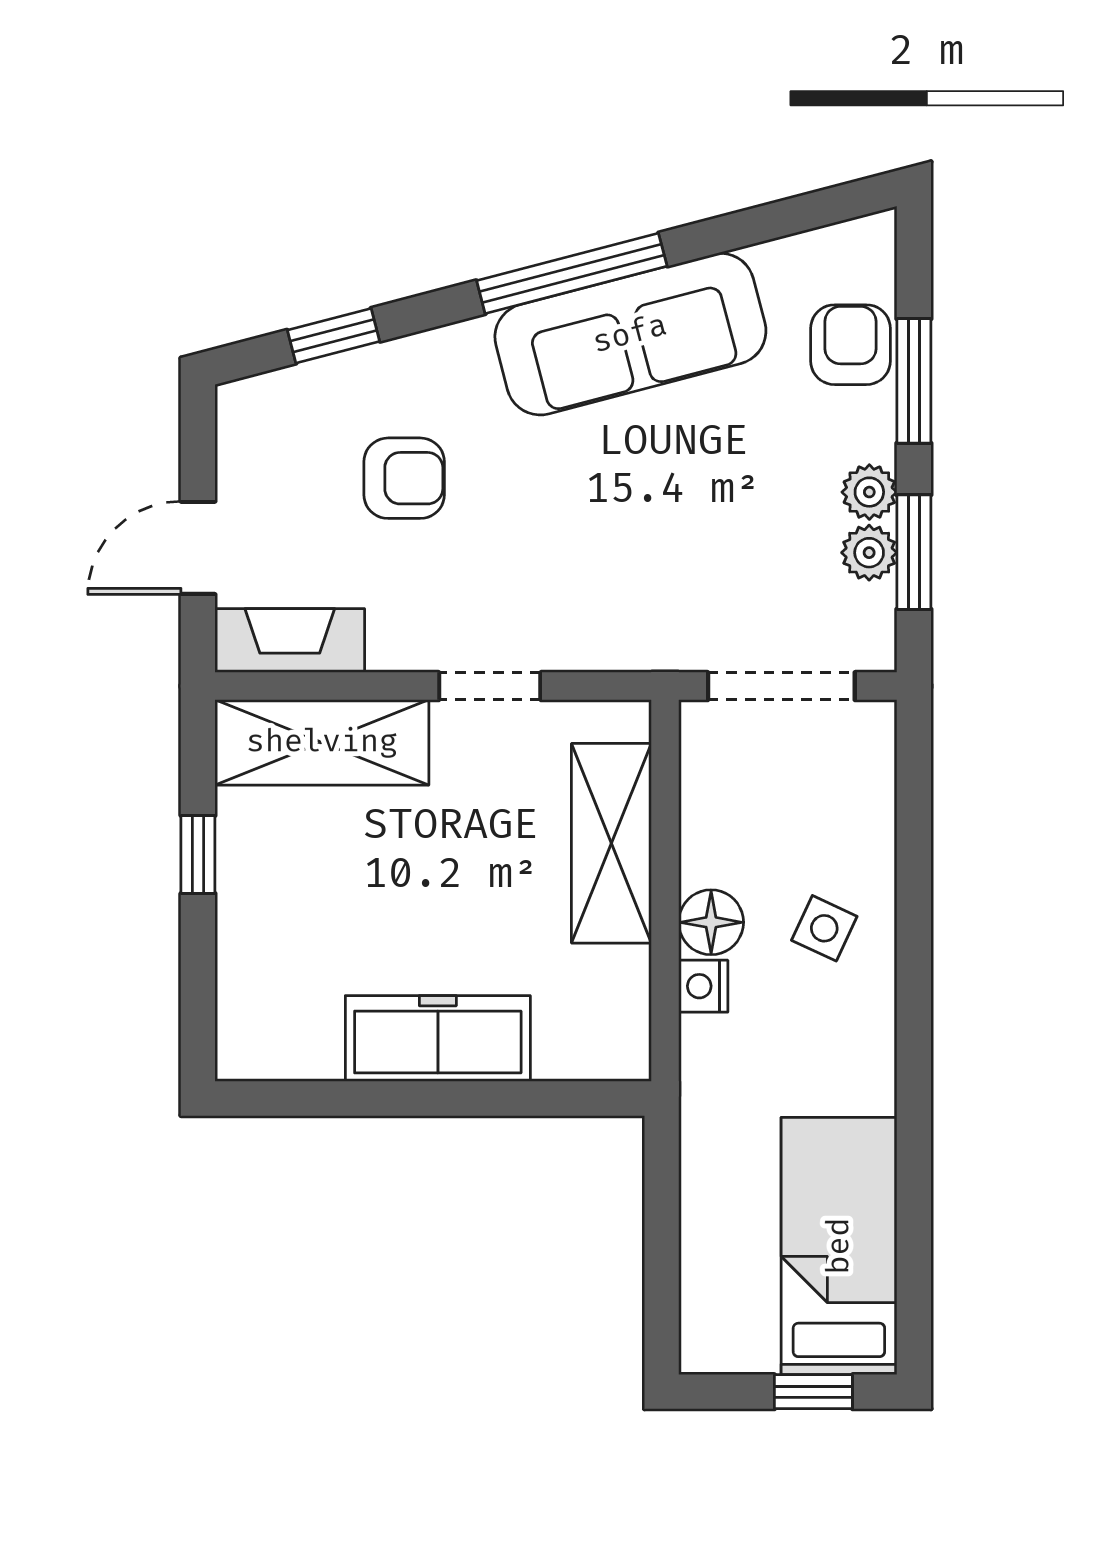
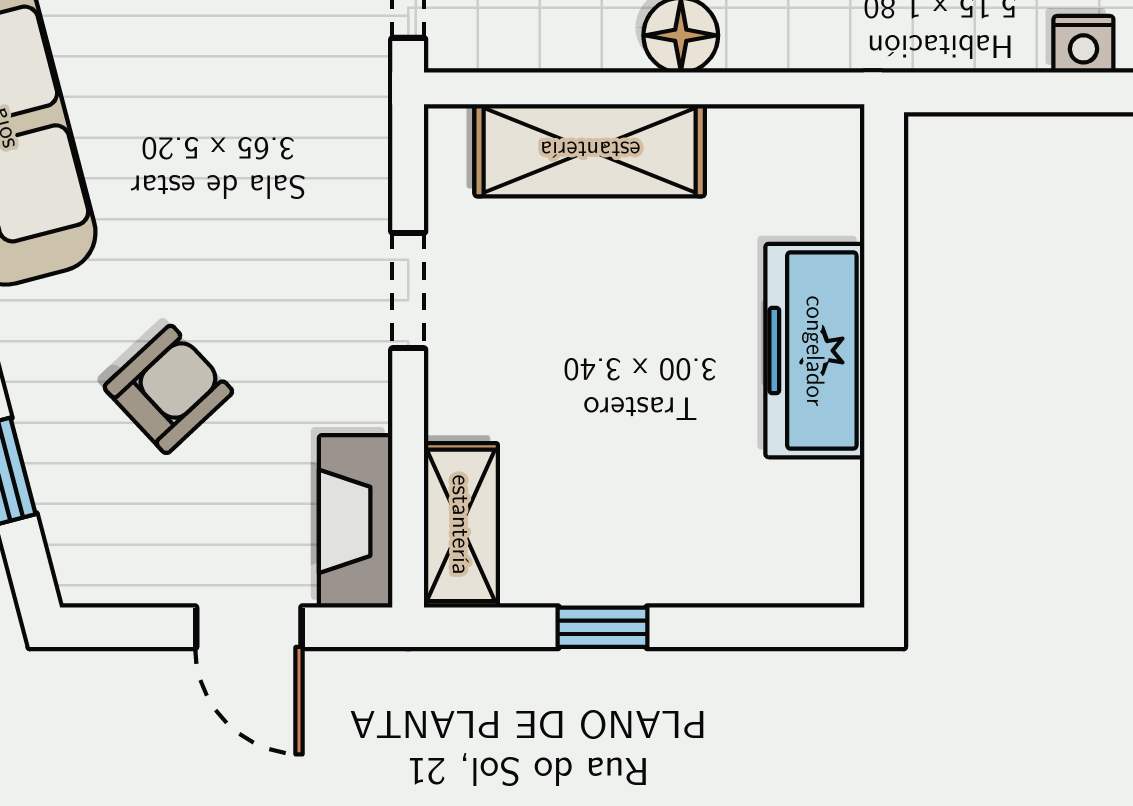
armchair: (404, 478) -> (168, 389), turned 47
shelving: (322, 742) -> (461, 525), width x0.67, depth x0.75
nightstand: (703, 986) -> (1083, 44), moved

